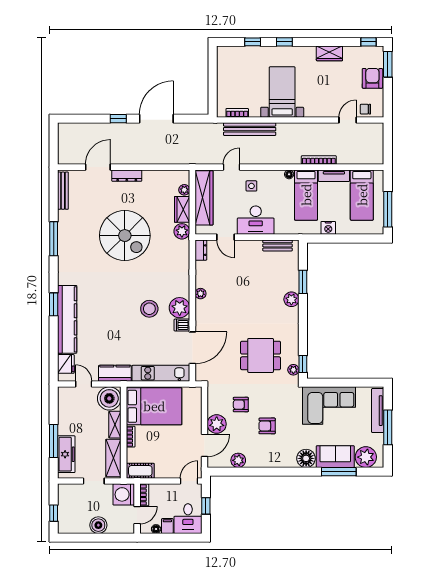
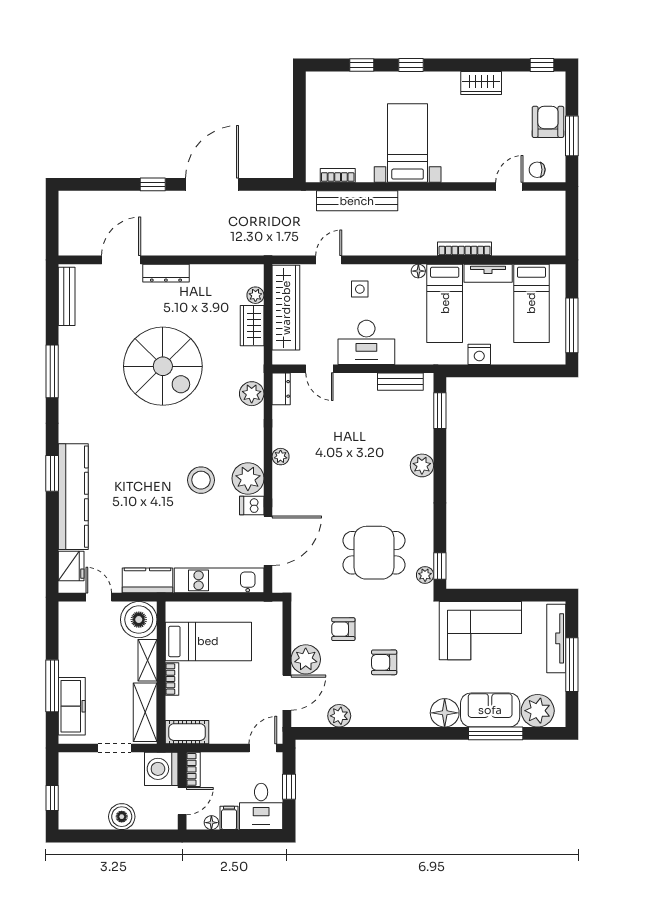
window: (388, 64) -> (572, 136), moved
plant: (182, 231) -> (252, 394), moved
window: (303, 282) -> (440, 411), moved
bed: (154, 406) -> (208, 641), width x0.67

